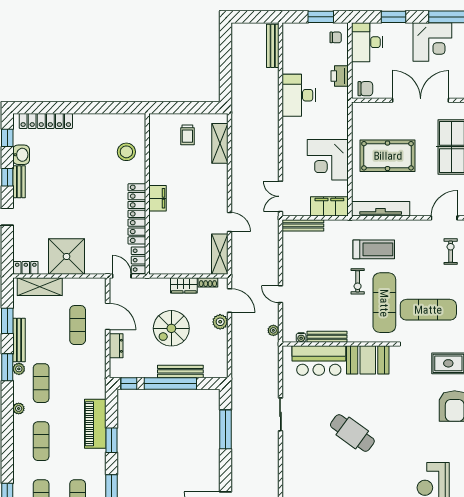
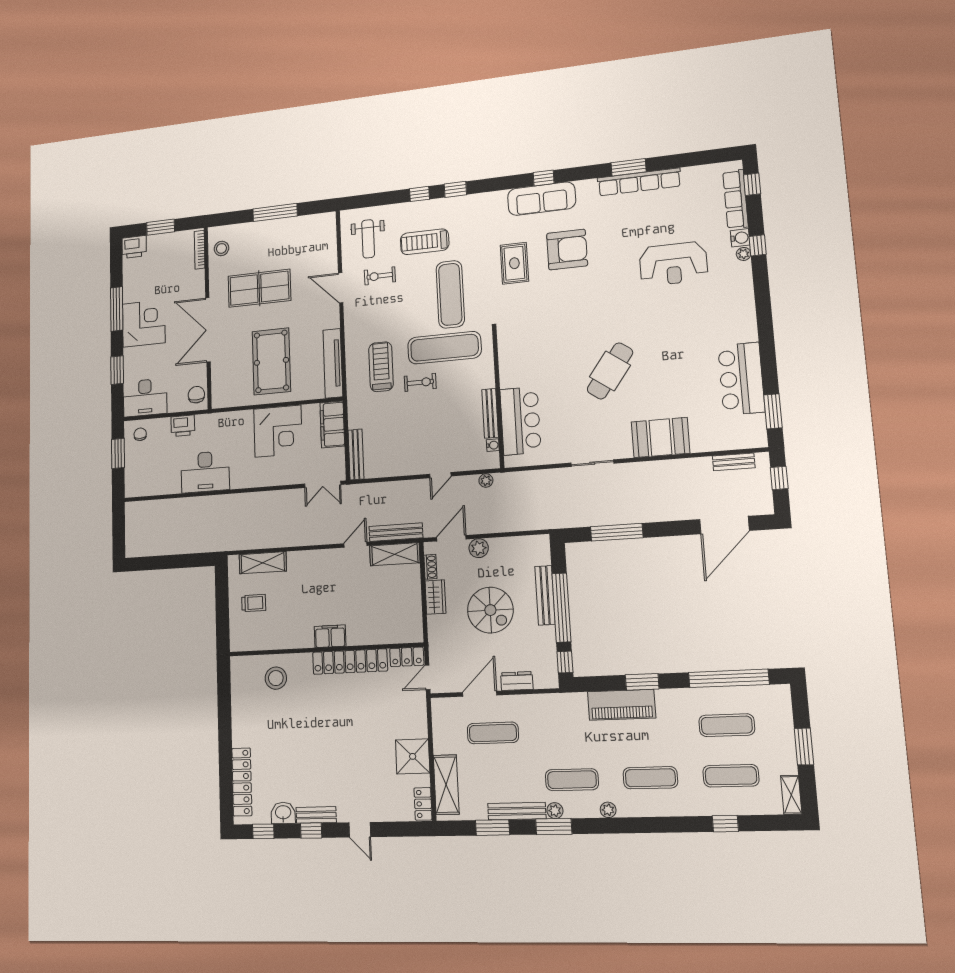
bench: (273, 46) -> (396, 532), moved
shower: (67, 256) -> (413, 756), width x0.73, depth x0.73
booth: (368, 360) -> (660, 437), moved, turned 90

